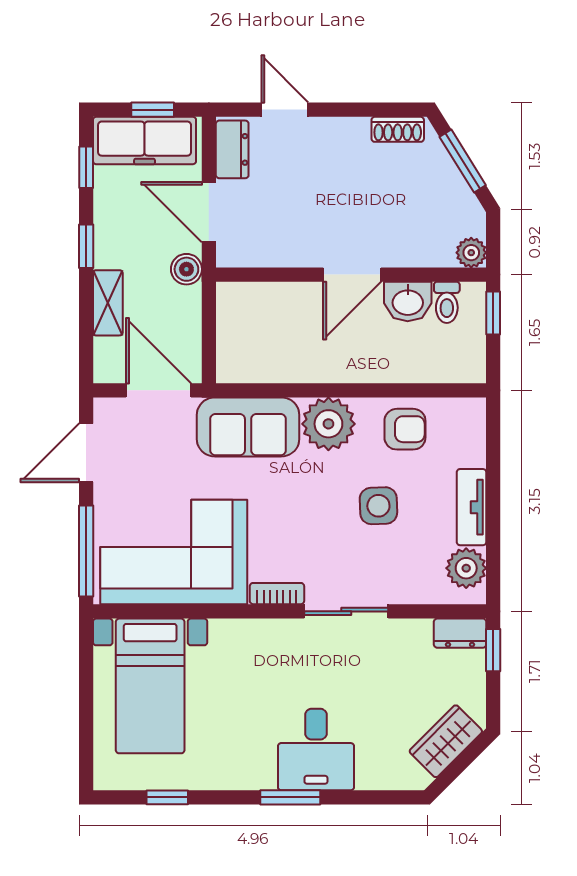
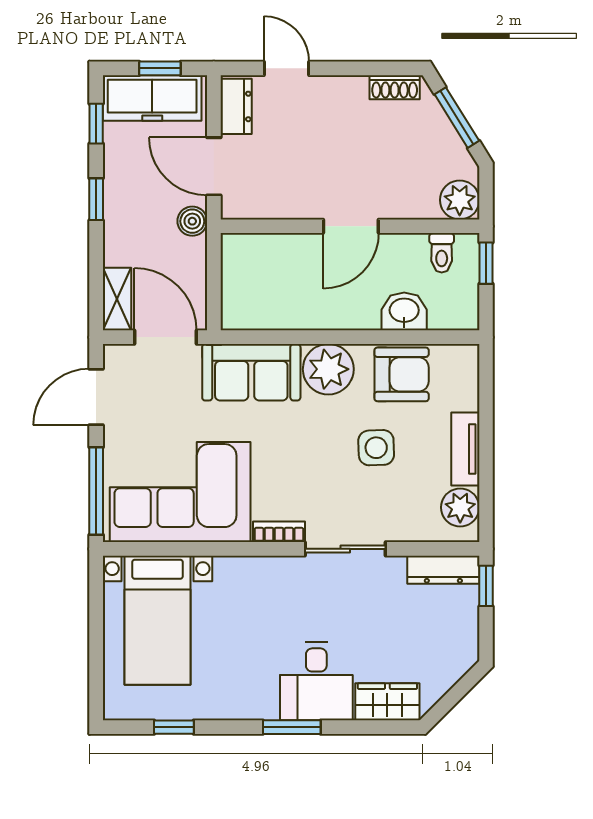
plant: (471, 253) -> (460, 200), width x1.38, depth x1.38
washbasin: (408, 301) -> (404, 311), moved, turned 180
shelving: (108, 303) -> (117, 299), moved
armchair: (405, 429) -> (402, 374), width x1.38, depth x1.38
dresser: (460, 633) -> (443, 570), width x1.44
wardrobe: (446, 741) -> (387, 702), moved, turned 45

